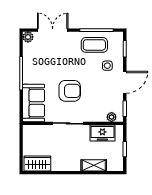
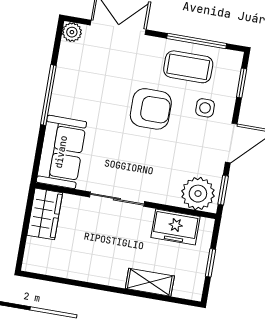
armchair: (70, 91) -> (151, 109), moved
plant: (112, 117) -> (198, 194), width x1.88, depth x1.88
wardrobe: (37, 163) -> (45, 214), moved, turned 90

